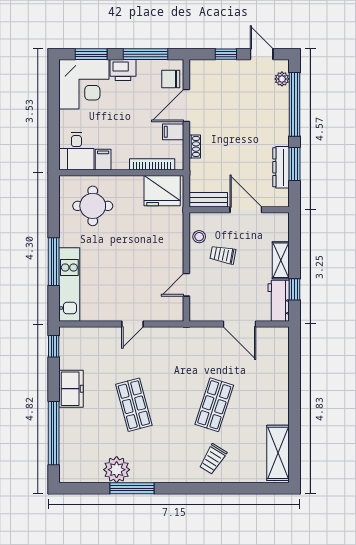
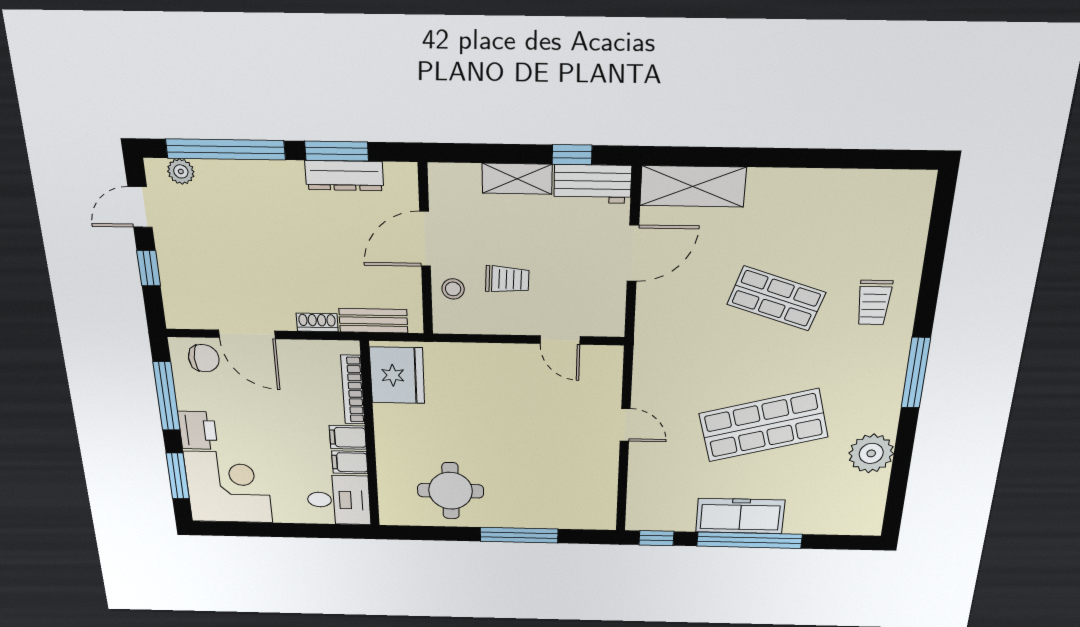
chair: (171, 79) -> (204, 358), turned -90
filing cabinet: (173, 132) -> (348, 437), moved, turned 90
bench: (208, 200) -> (373, 321), moved, turned 90
round table: (93, 206) -> (451, 491), moved
stool: (199, 237) -> (453, 289), moved
trolley: (223, 255) -> (507, 279), turned -99
kitchen unit: (69, 284) -> (556, 514), removed
freezer: (71, 389) -> (740, 516), width x1.40
shop shelf: (134, 405) -> (763, 425), width x1.43, depth x1.36
window: (54, 433) -> (749, 540), moved
shelving: (278, 453) -> (693, 186), moved
trolley: (213, 459) -> (874, 302), turned 58
window: (132, 488) -> (916, 373), moved

